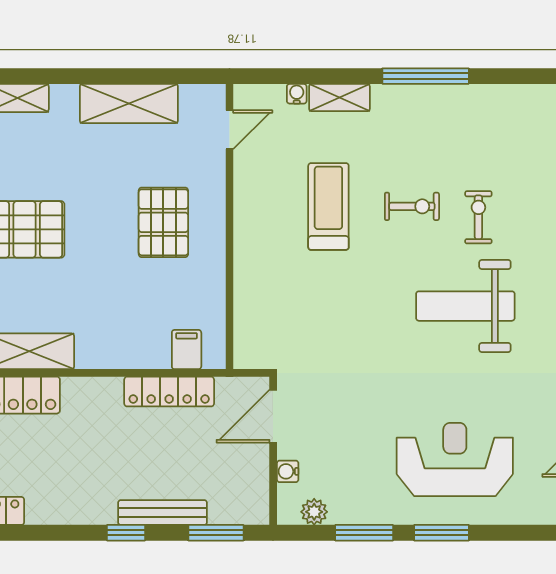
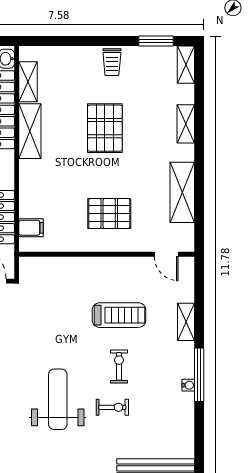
water cooler: (297, 94) -> (188, 385), moved
exercise bike: (412, 206) -> (119, 366), turned 180

